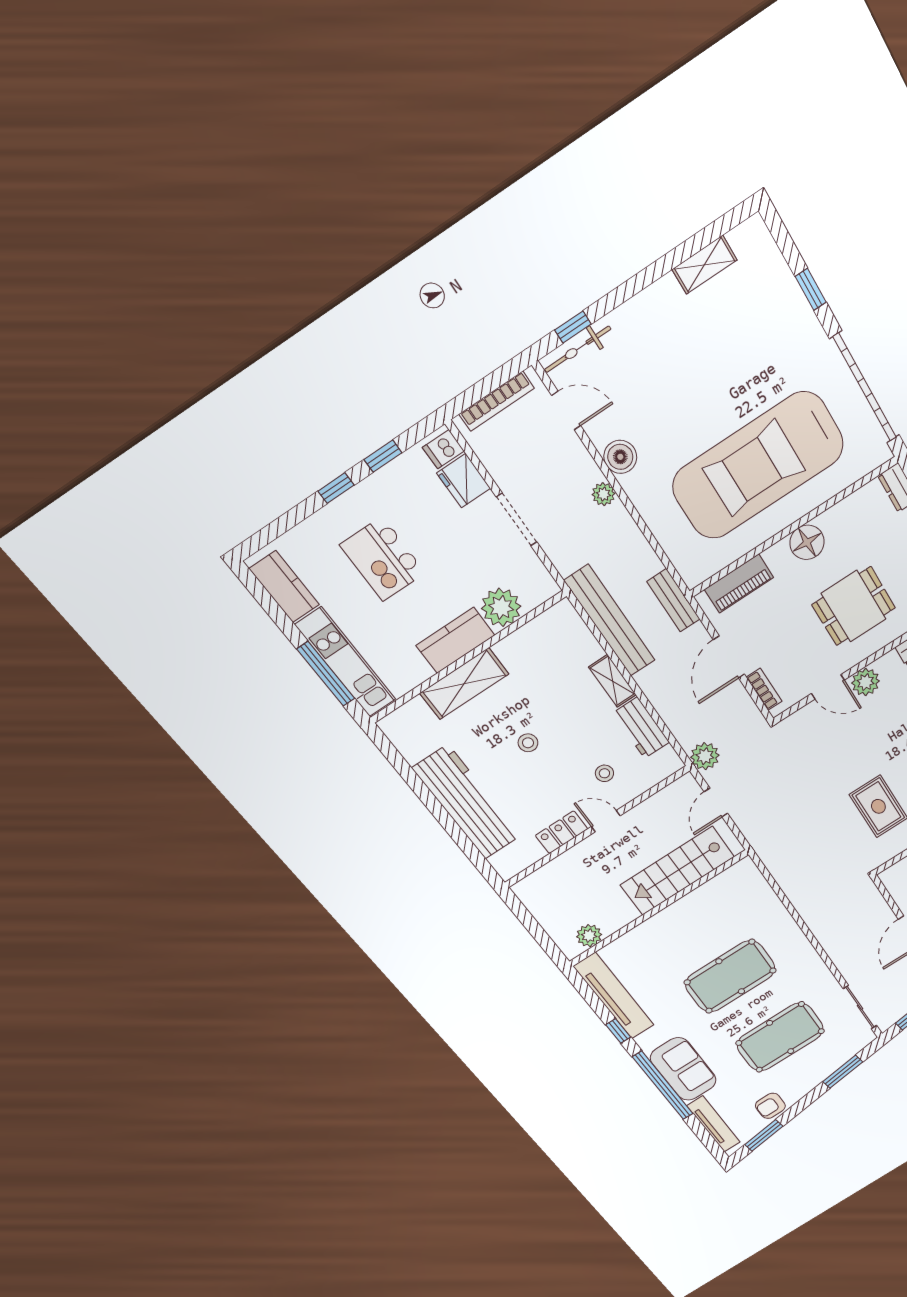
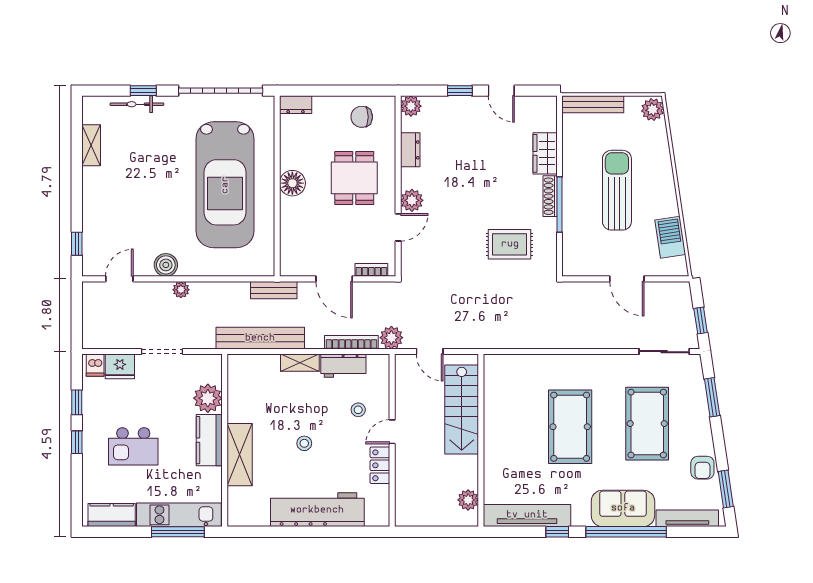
bicycle: (578, 349) -> (137, 104), moved, turned 90
bookcase: (497, 401) -> (351, 342), moved, turned -90
piano: (739, 584) -> (290, 242), removed

